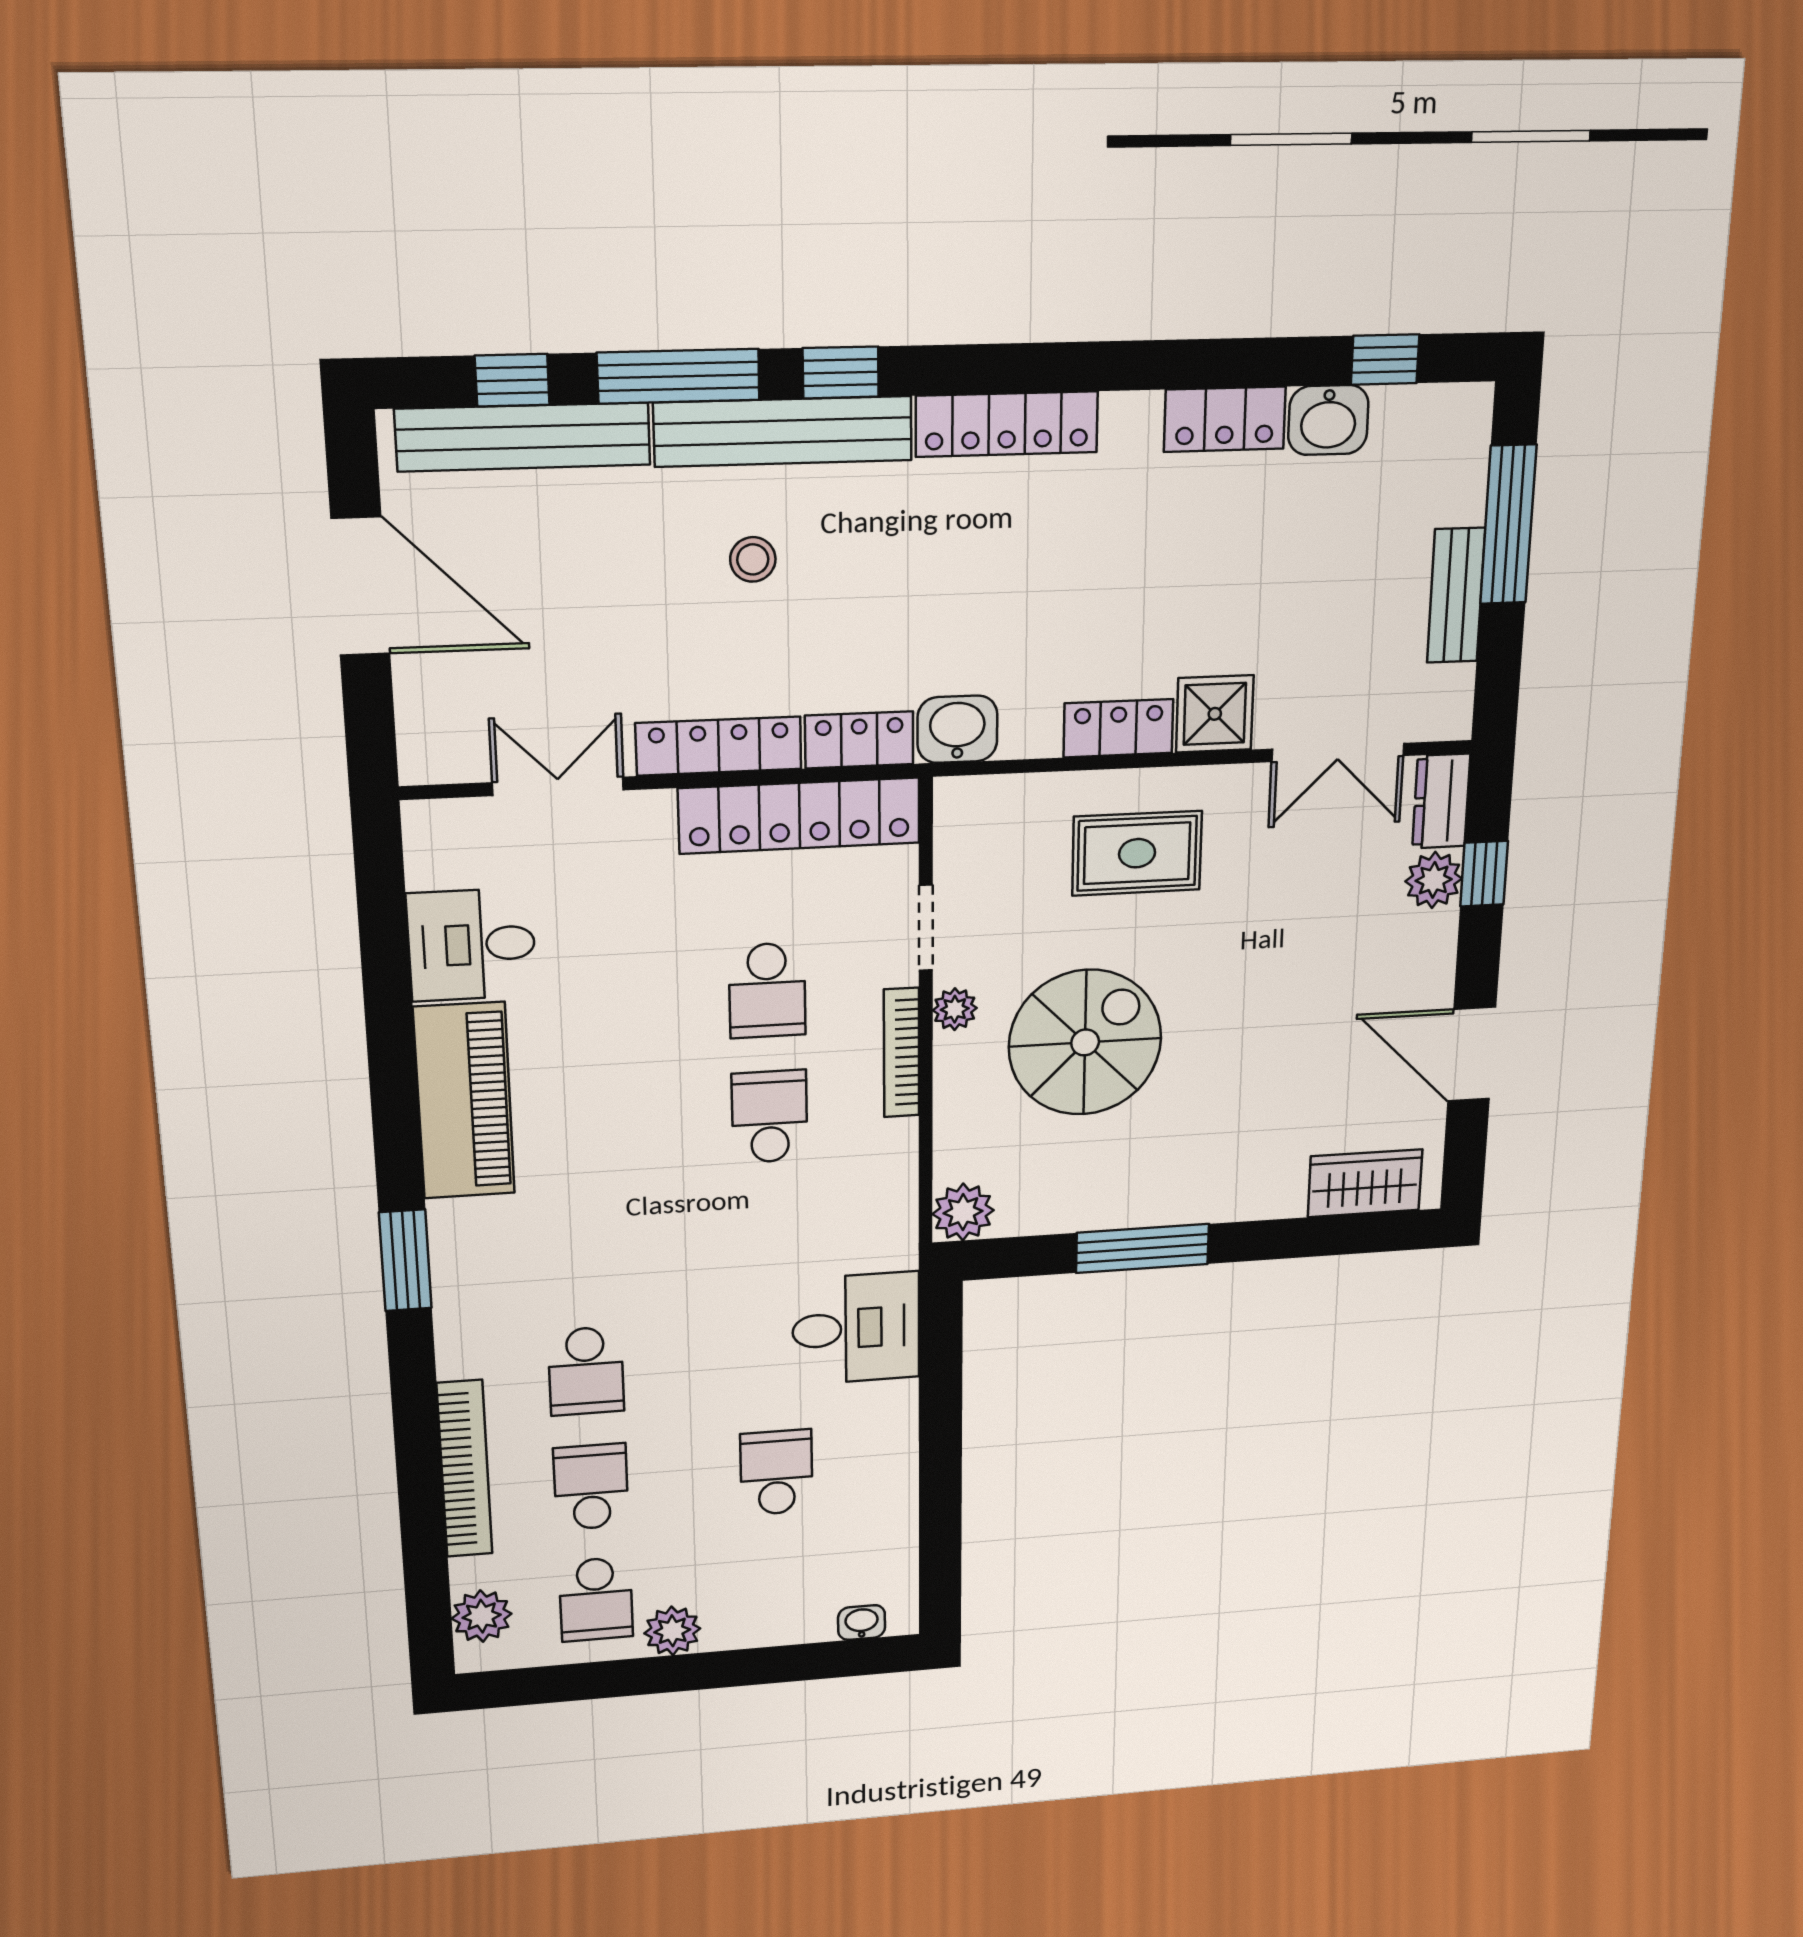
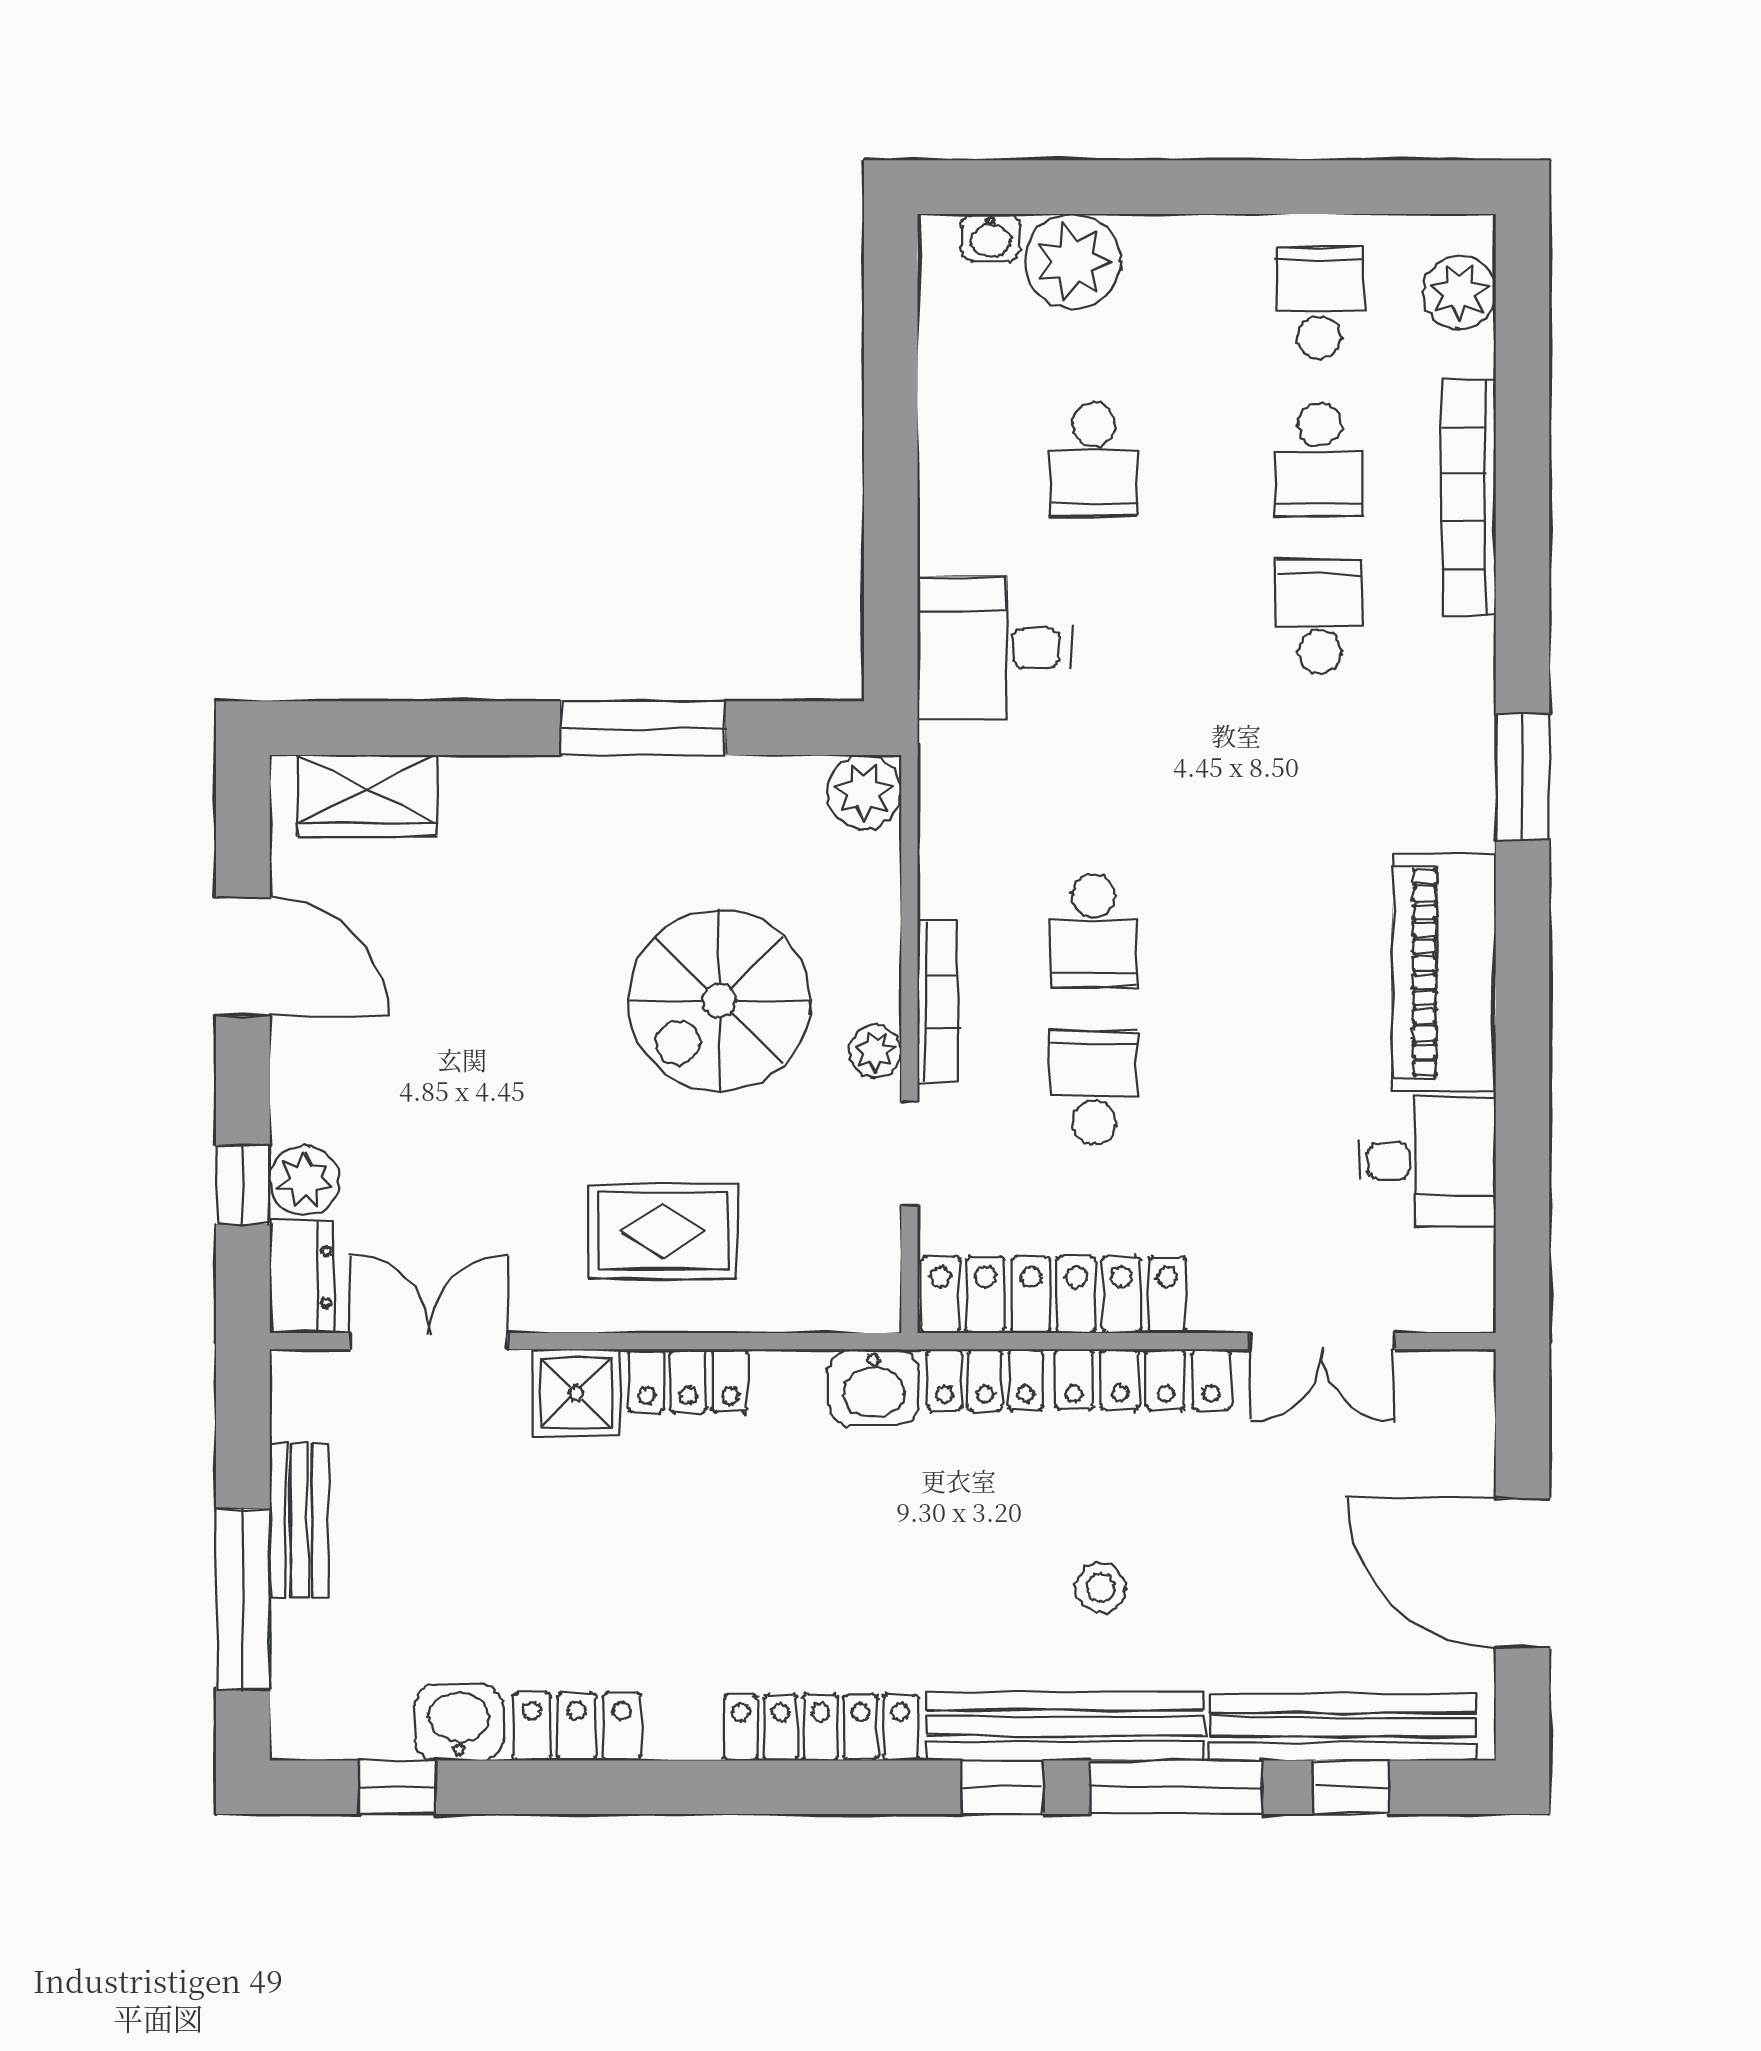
plant: (672, 1631) -> (1073, 262), moved, width x1.36, depth x1.36

